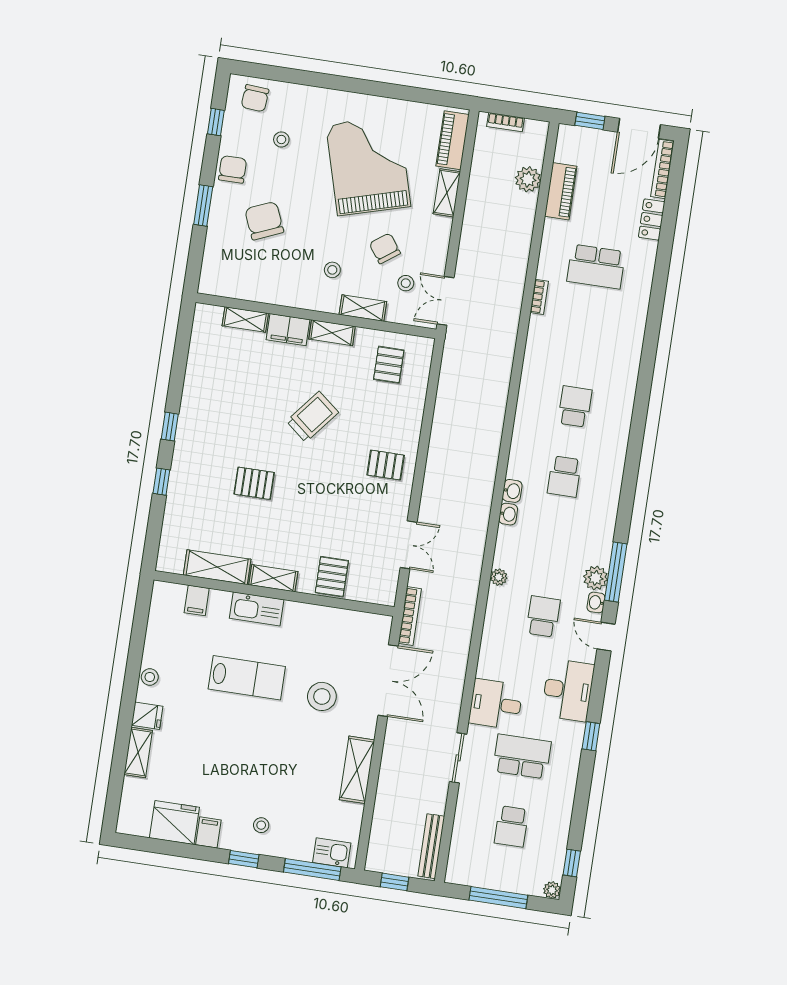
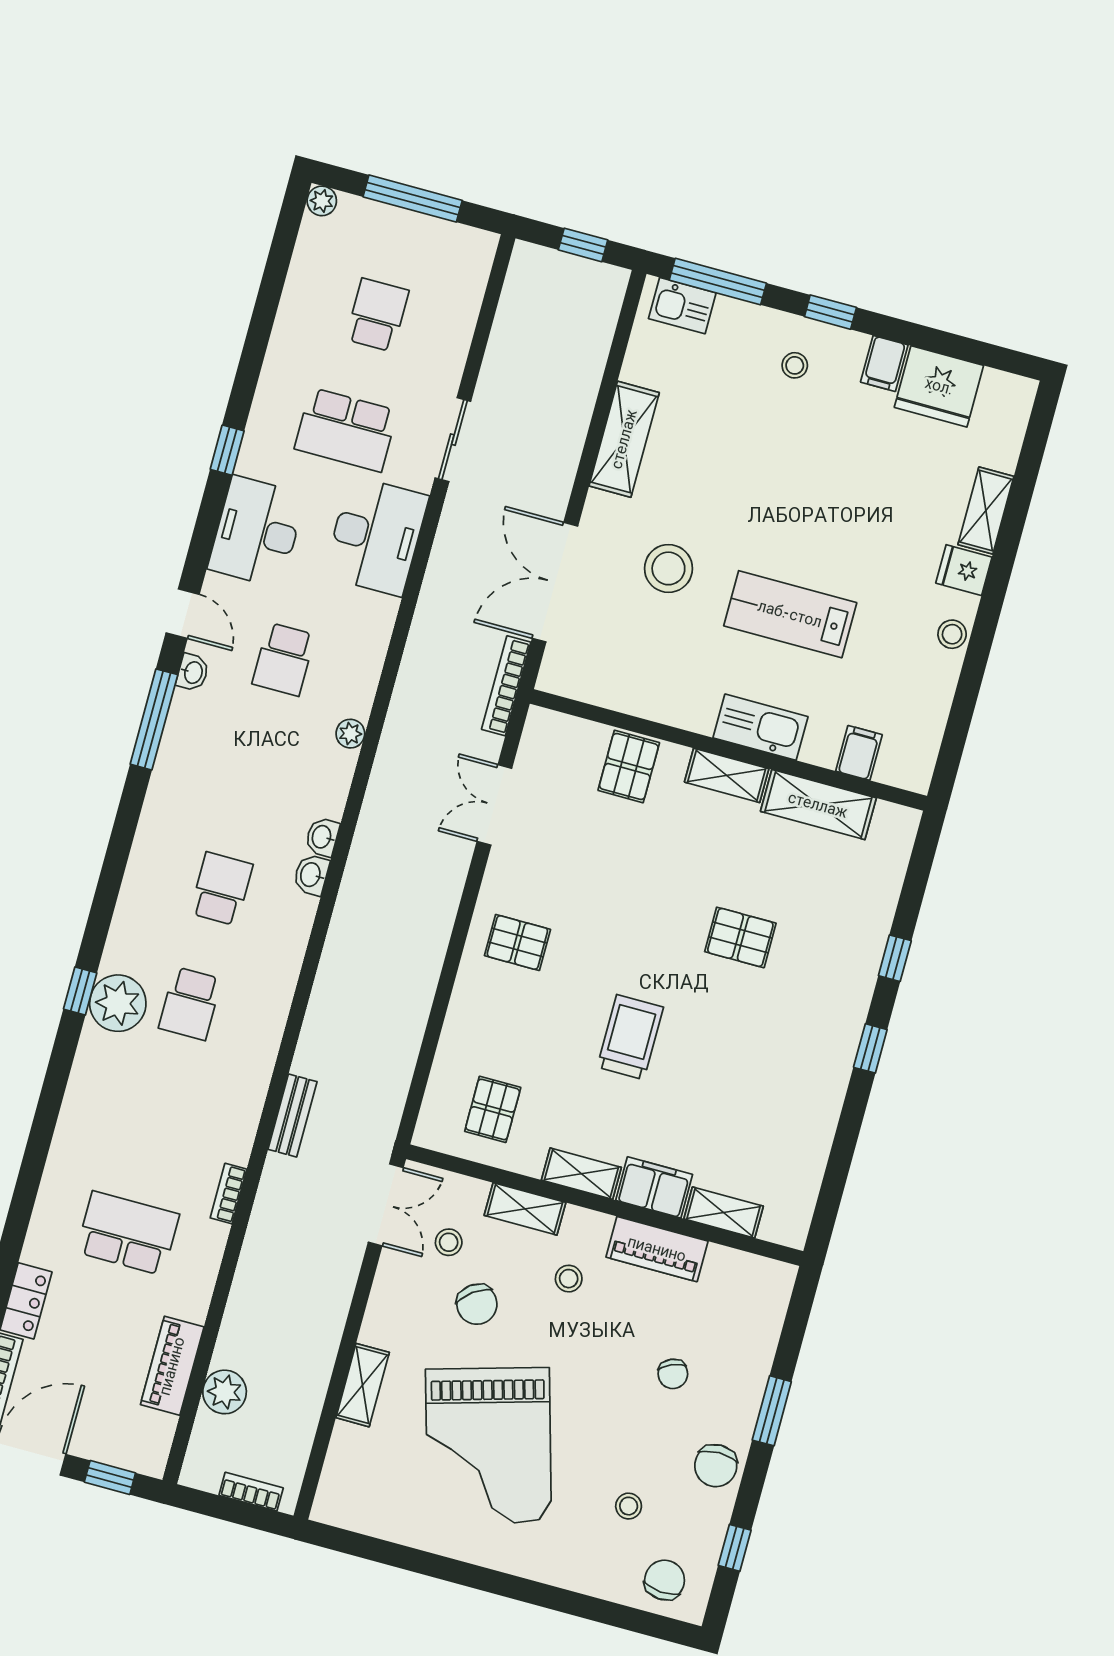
piano: (453, 140) -> (657, 1249), moved, turned 90
chair: (264, 221) -> (673, 1374), width x0.54, depth x0.54
trolley: (312, 417) -> (630, 1037), turned 141
plant: (596, 578) -> (118, 1003), moved, width x1.36, depth x1.36
desk: (496, 704) -> (376, 536), width x1.37
bench: (431, 846) -> (293, 1116), moved, width x0.73
window: (572, 863) -> (80, 991), moved

